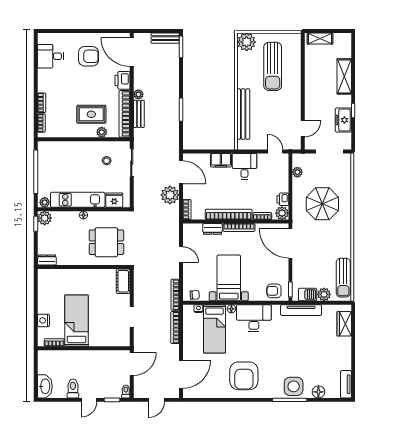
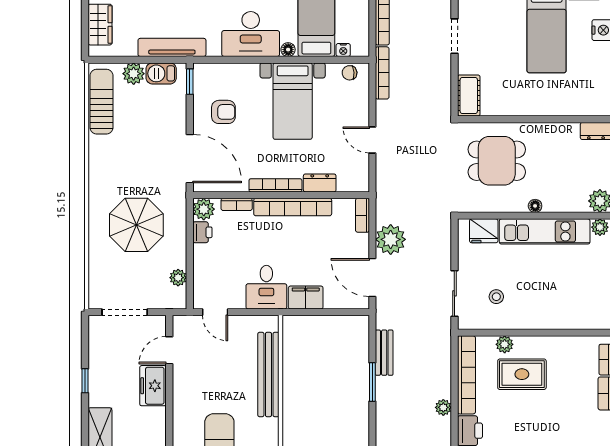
bench: (139, 114) -> (384, 353), moved
freezer: (343, 120) -> (153, 386), moved, turned 180
armchair: (274, 291) -> (223, 112), moved

